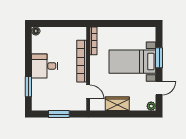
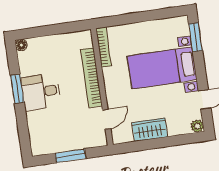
window: (159, 58) -> (195, 37), moved
window: (28, 87) -> (17, 89), moved
door: (88, 92) -> (107, 119), hinge flipped

